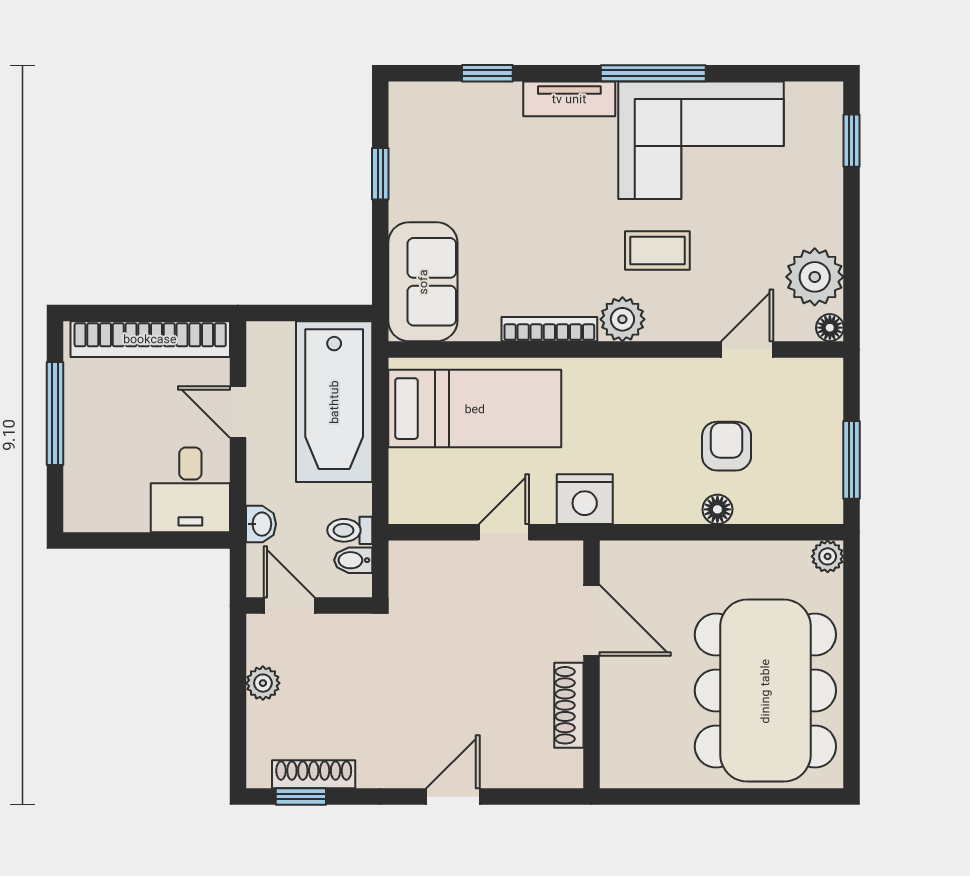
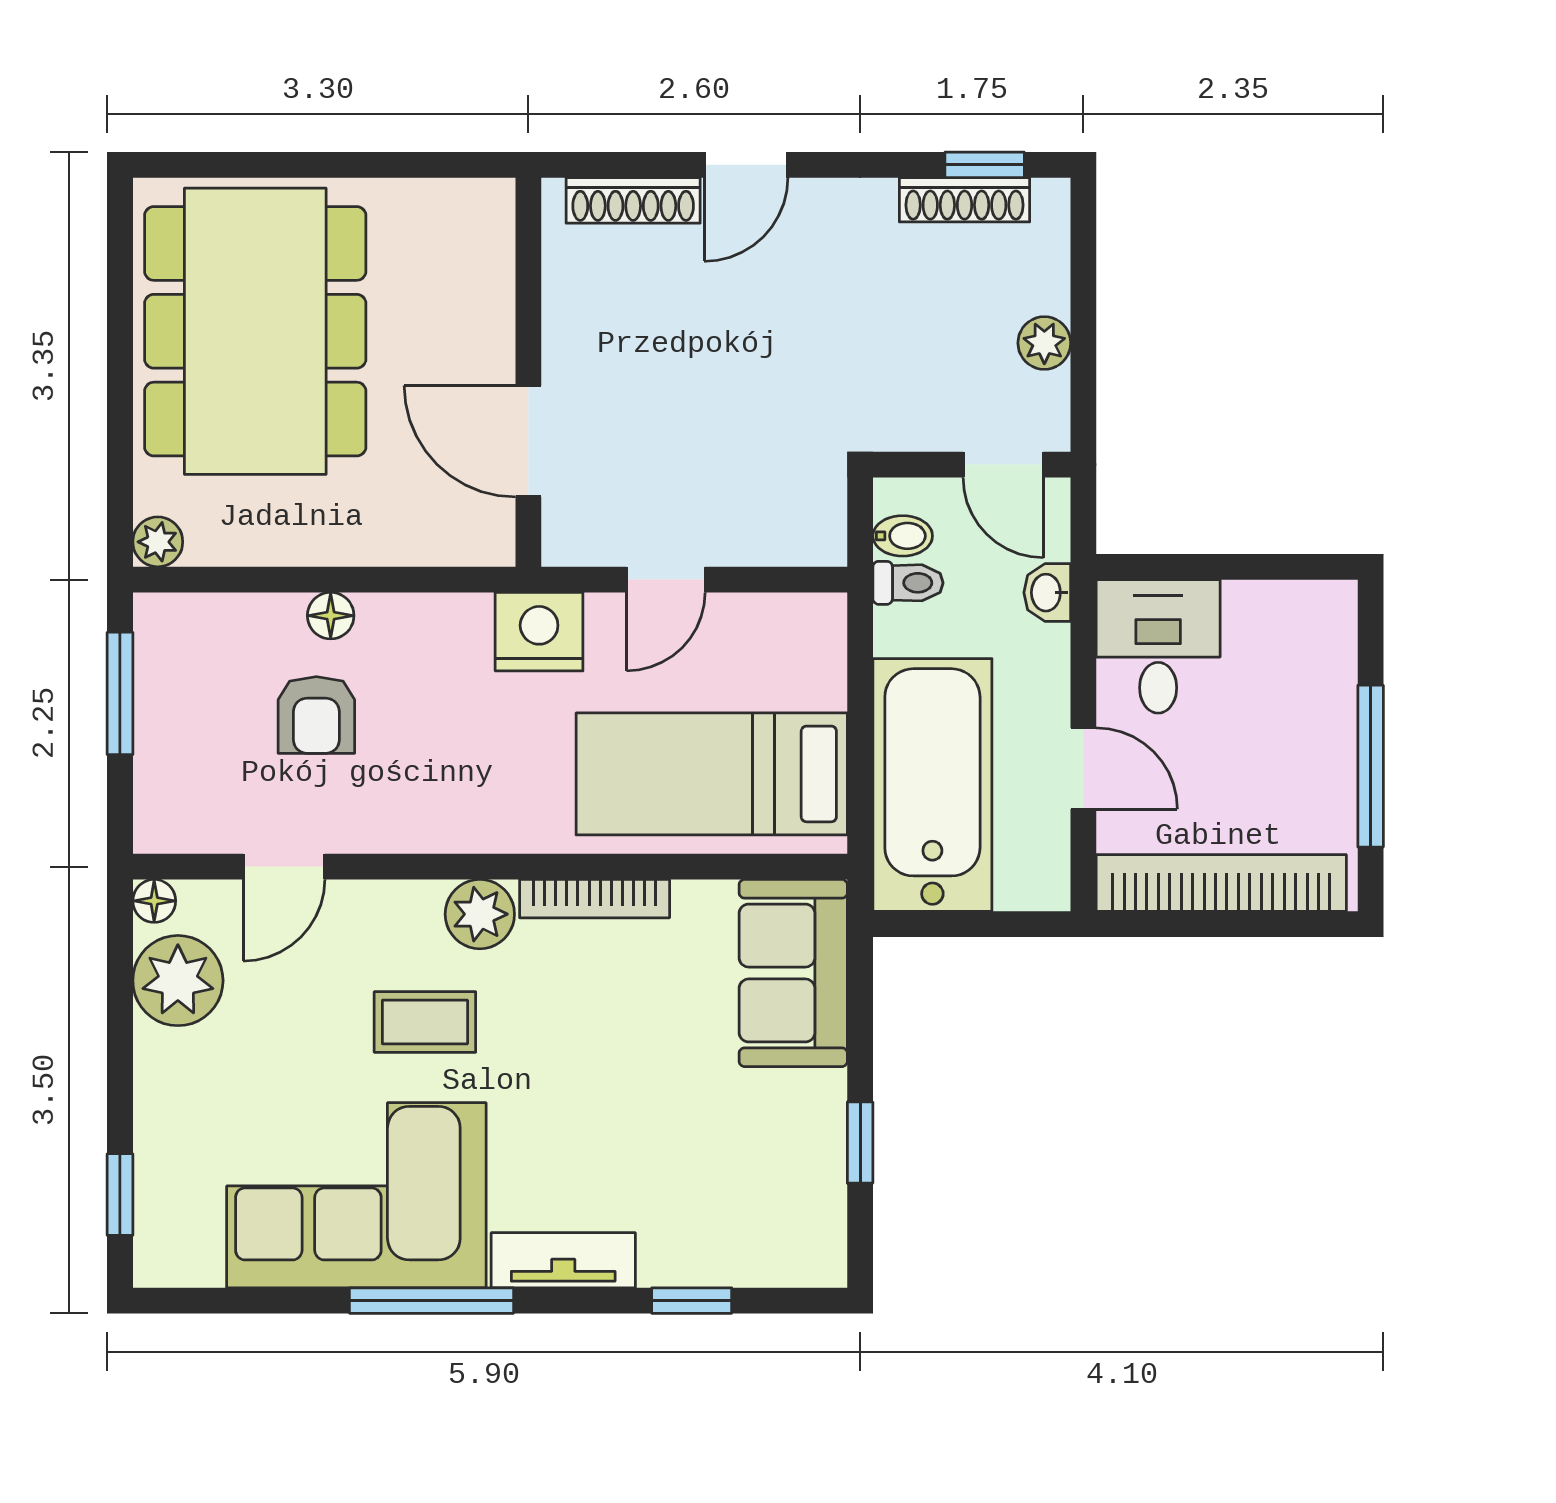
shoe rack: (569, 705) -> (633, 200), moved, turned 90

